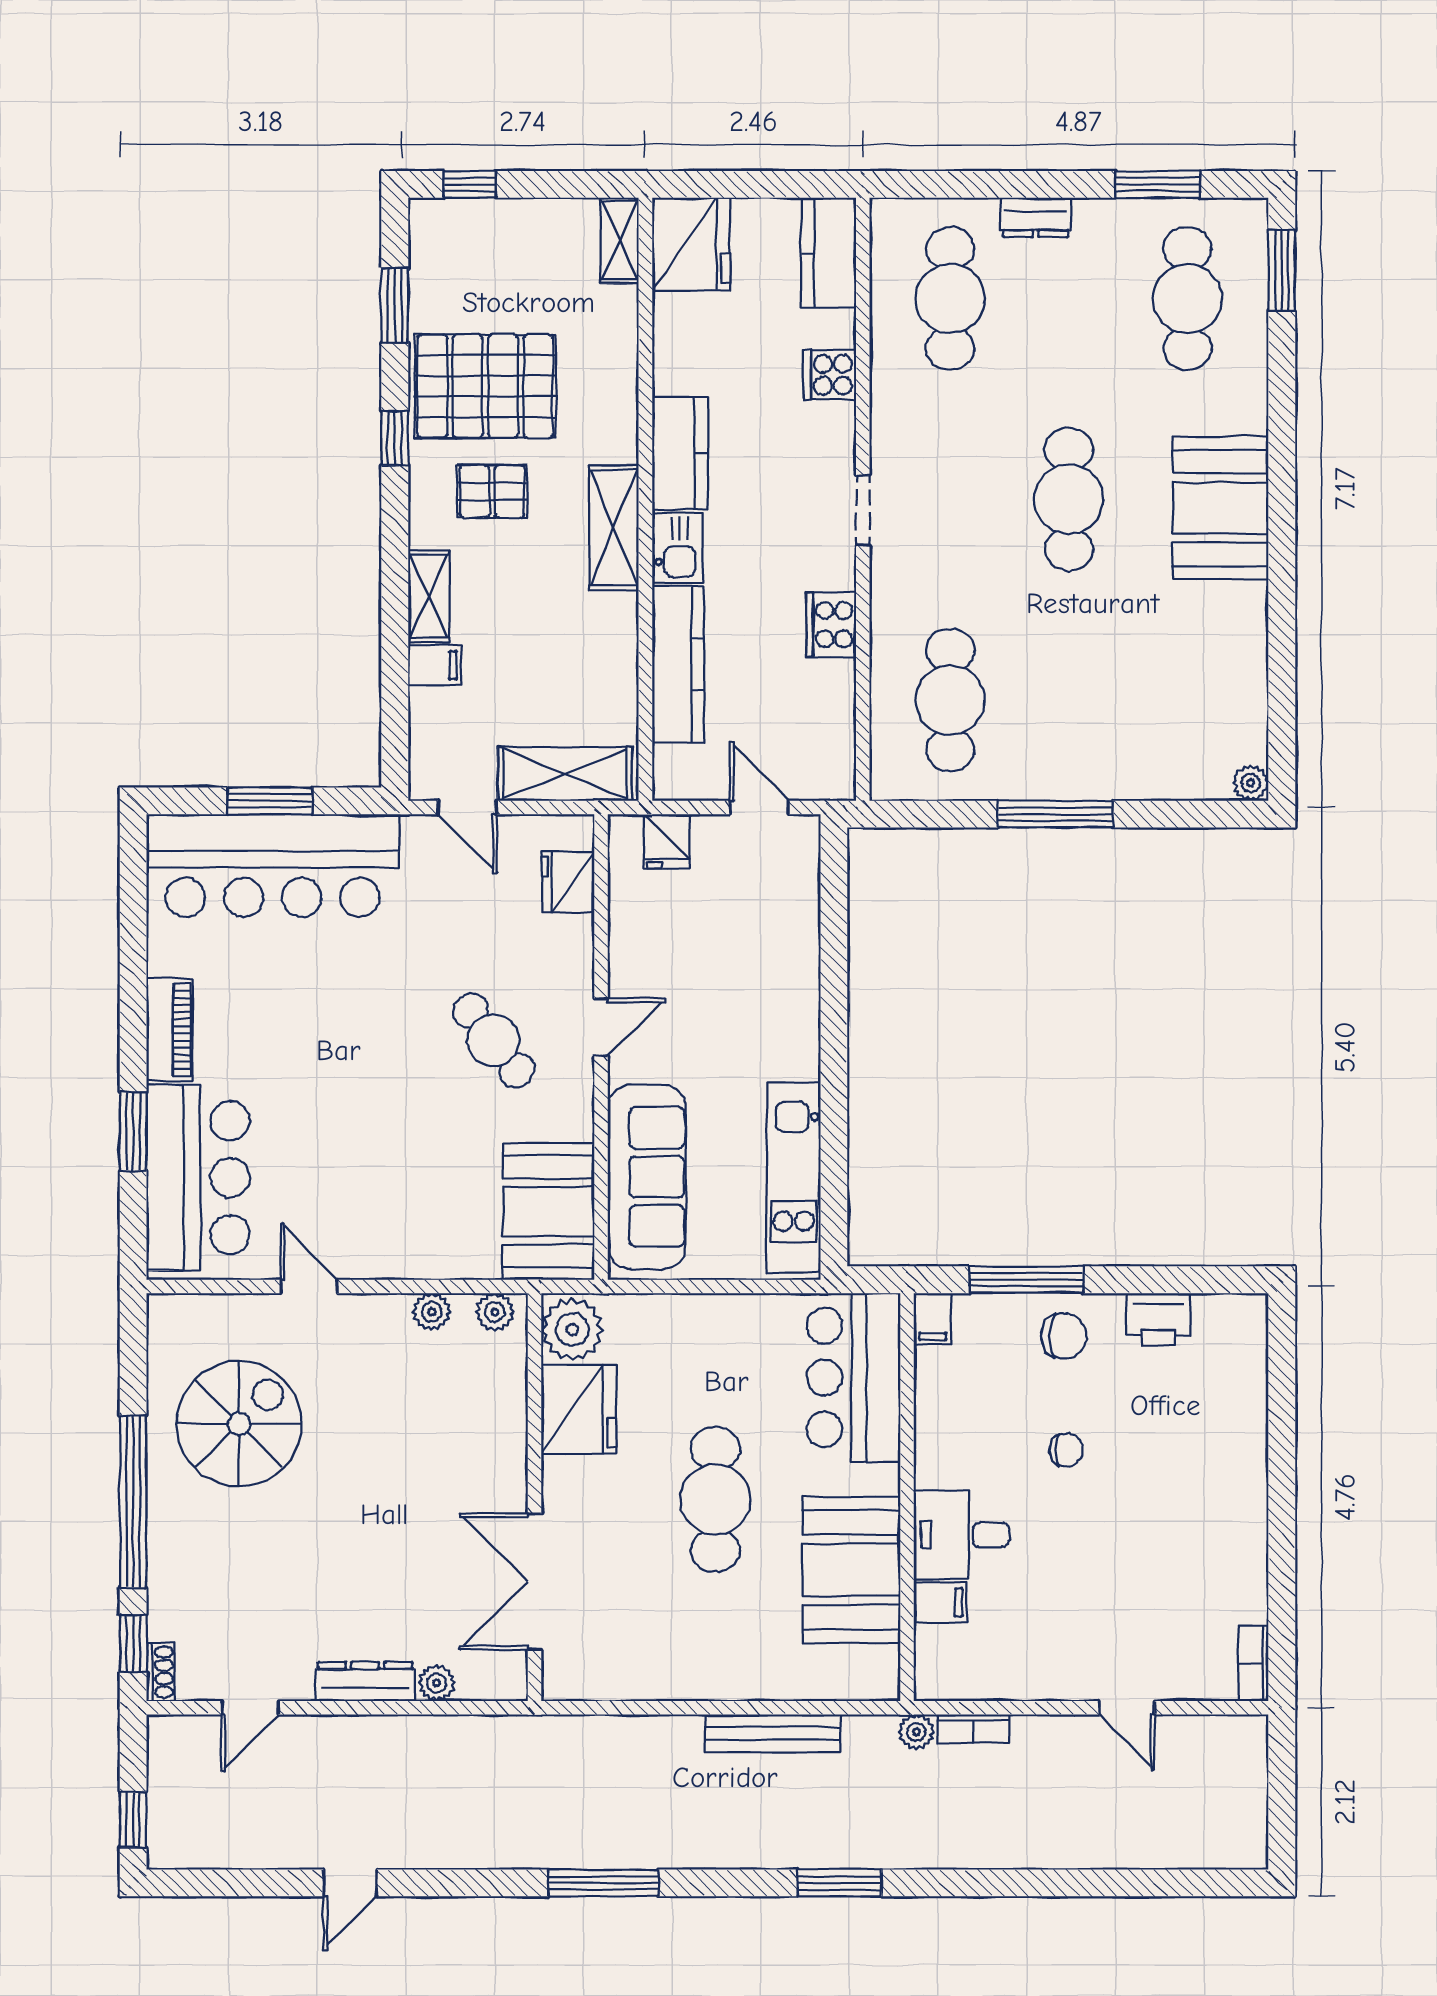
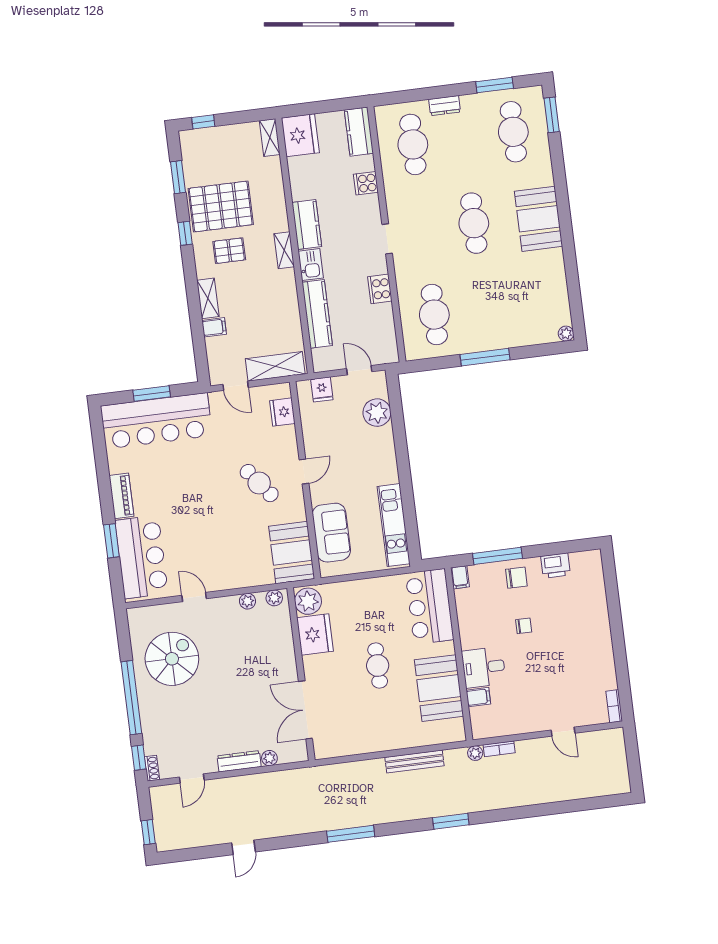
shelving: (614, 528) -> (284, 250), width x0.67, depth x0.75
plant: (788, 911) -> (377, 413), added
sofa: (647, 1177) -> (331, 533), width x0.73
cafe table: (715, 1499) -> (378, 665), width x0.73, depth x0.74

